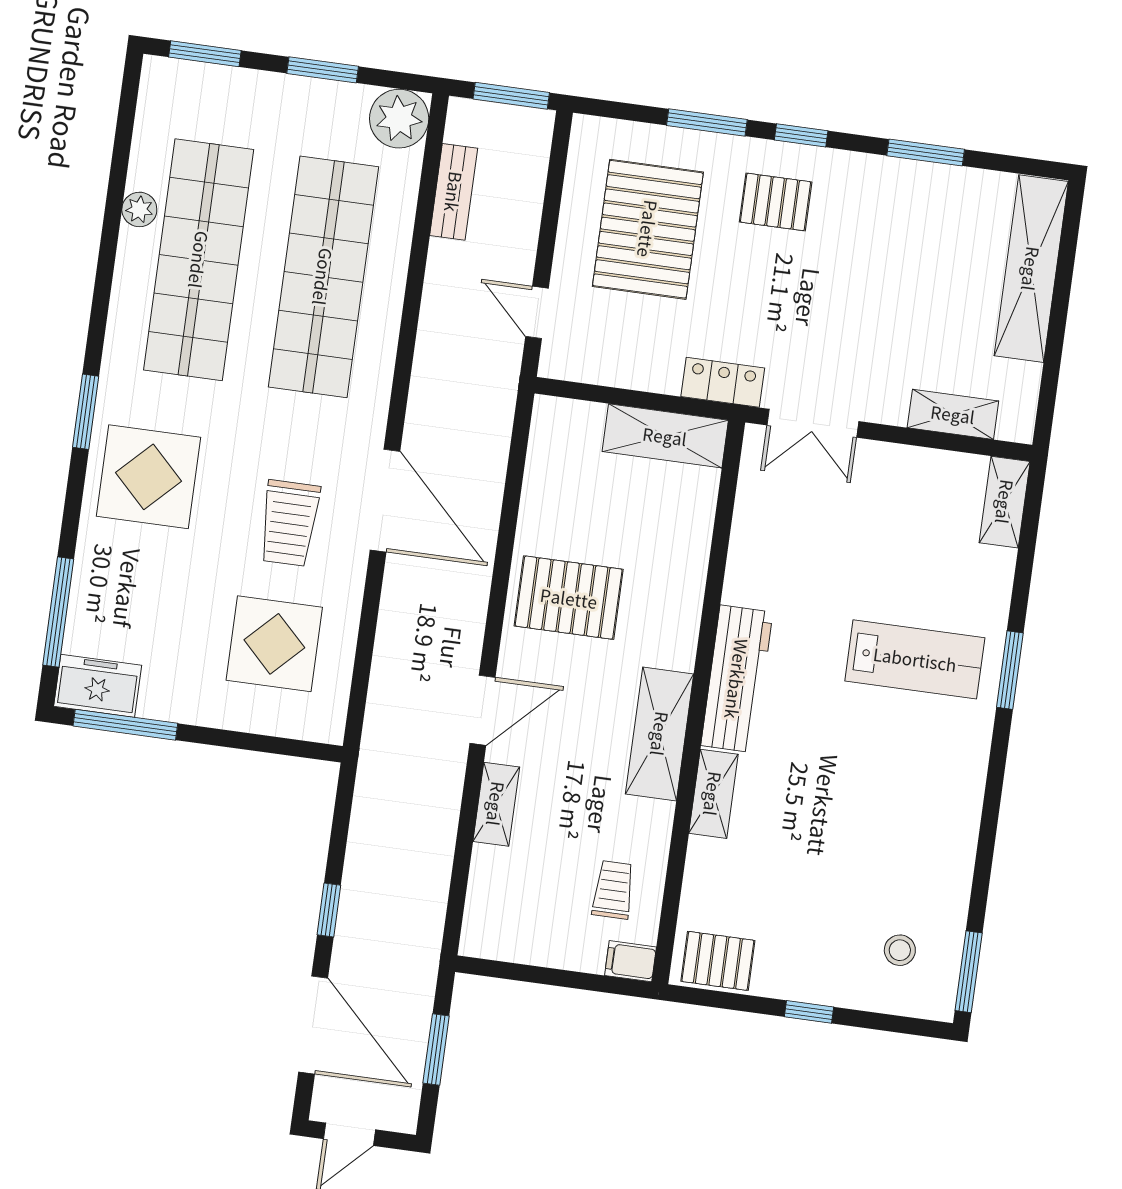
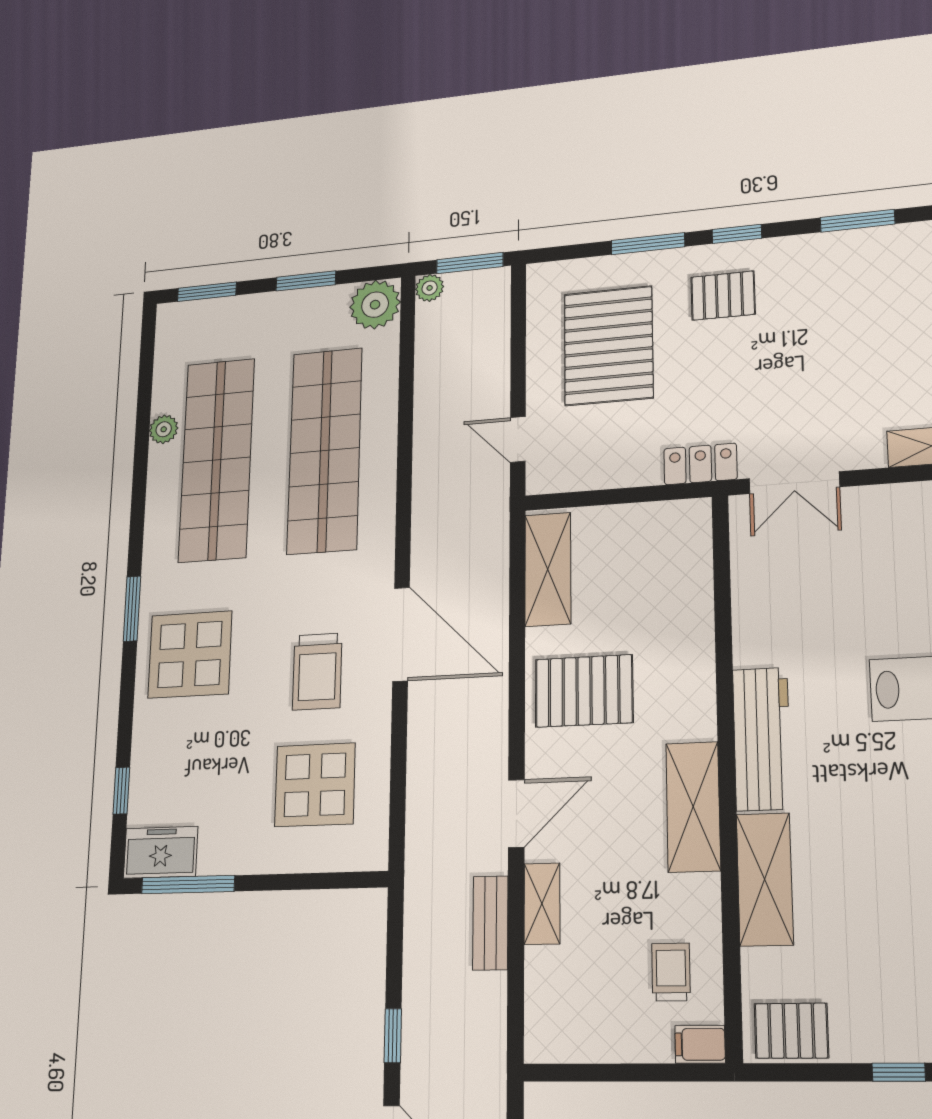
plant: (463, 114) -> (430, 288), added
bench: (454, 192) -> (490, 923), moved
shelving: (665, 436) -> (548, 569), moved, turned 90
window: (58, 612) -> (121, 791), width x0.46
shelving: (713, 794) -> (765, 879), width x1.50, depth x1.33

